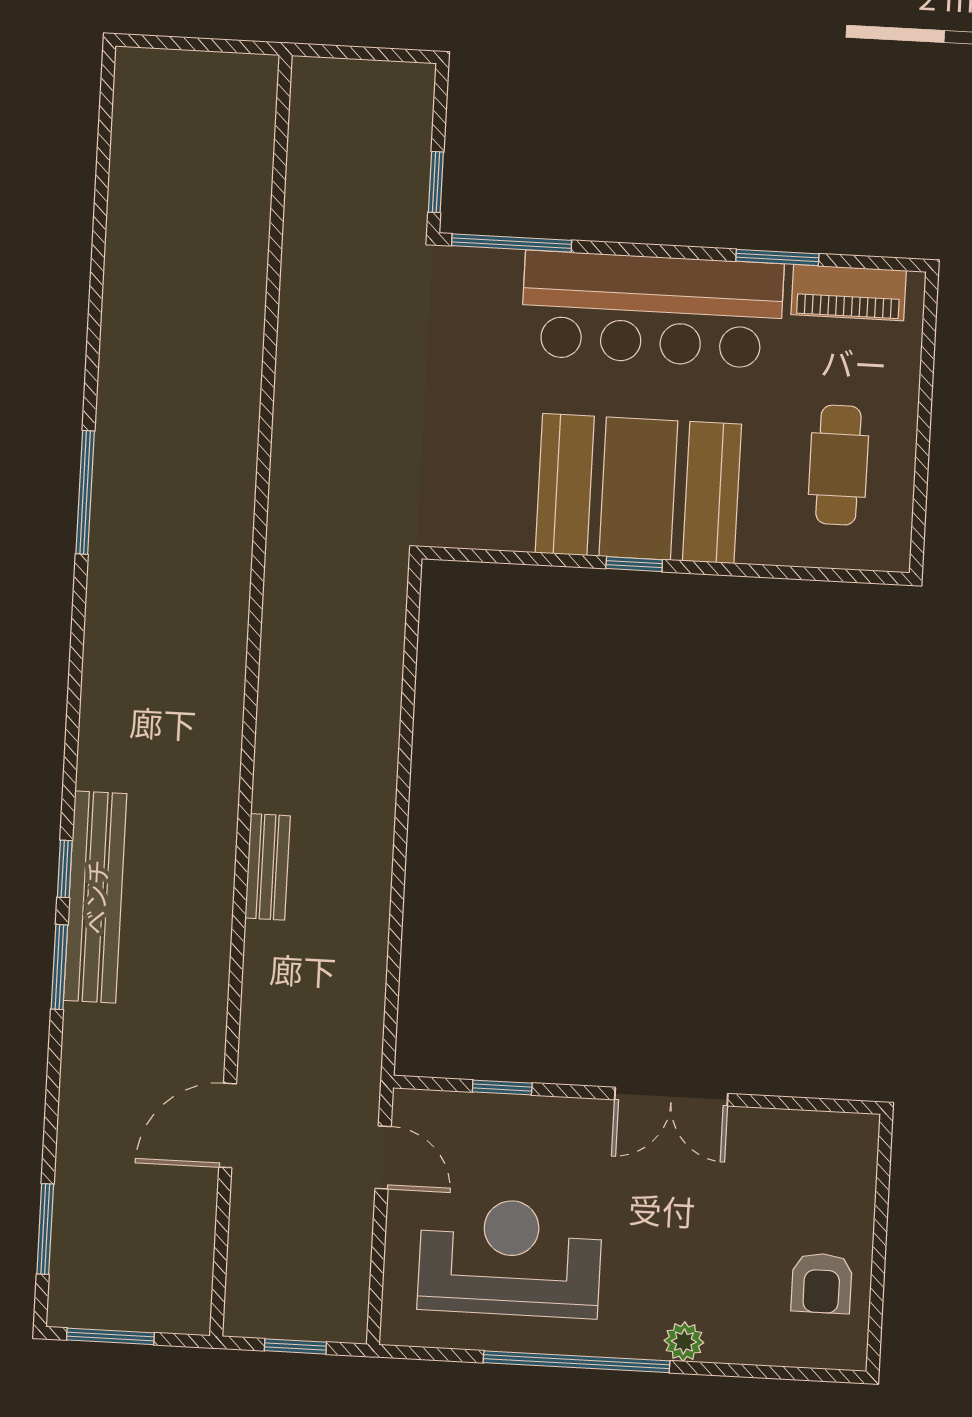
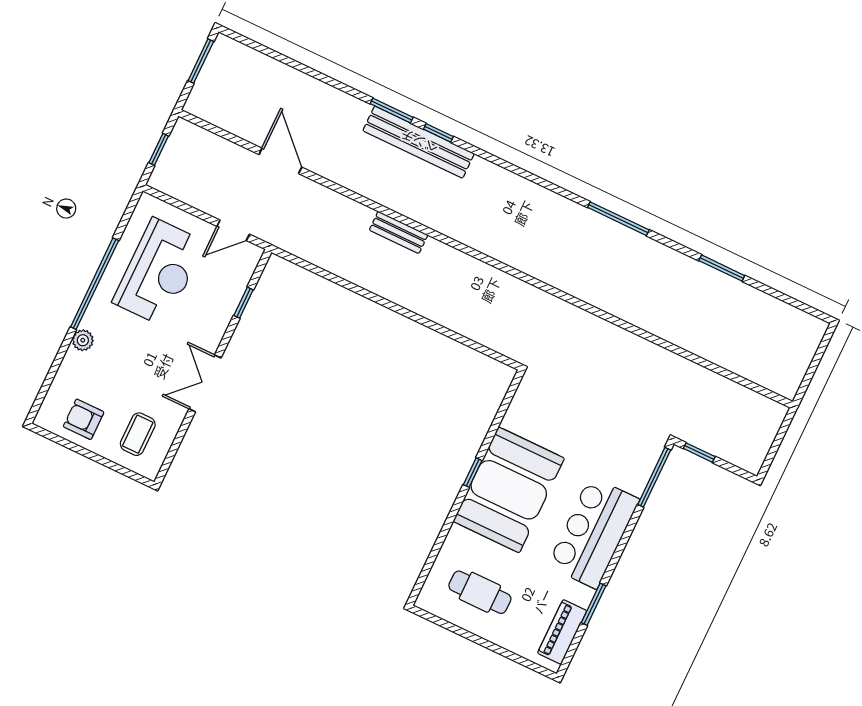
bar counter: (652, 309) -> (593, 533), width x0.73
coffee table: (809, 1178) -> (138, 434), added
window: (45, 1229) -> (722, 268), moved

